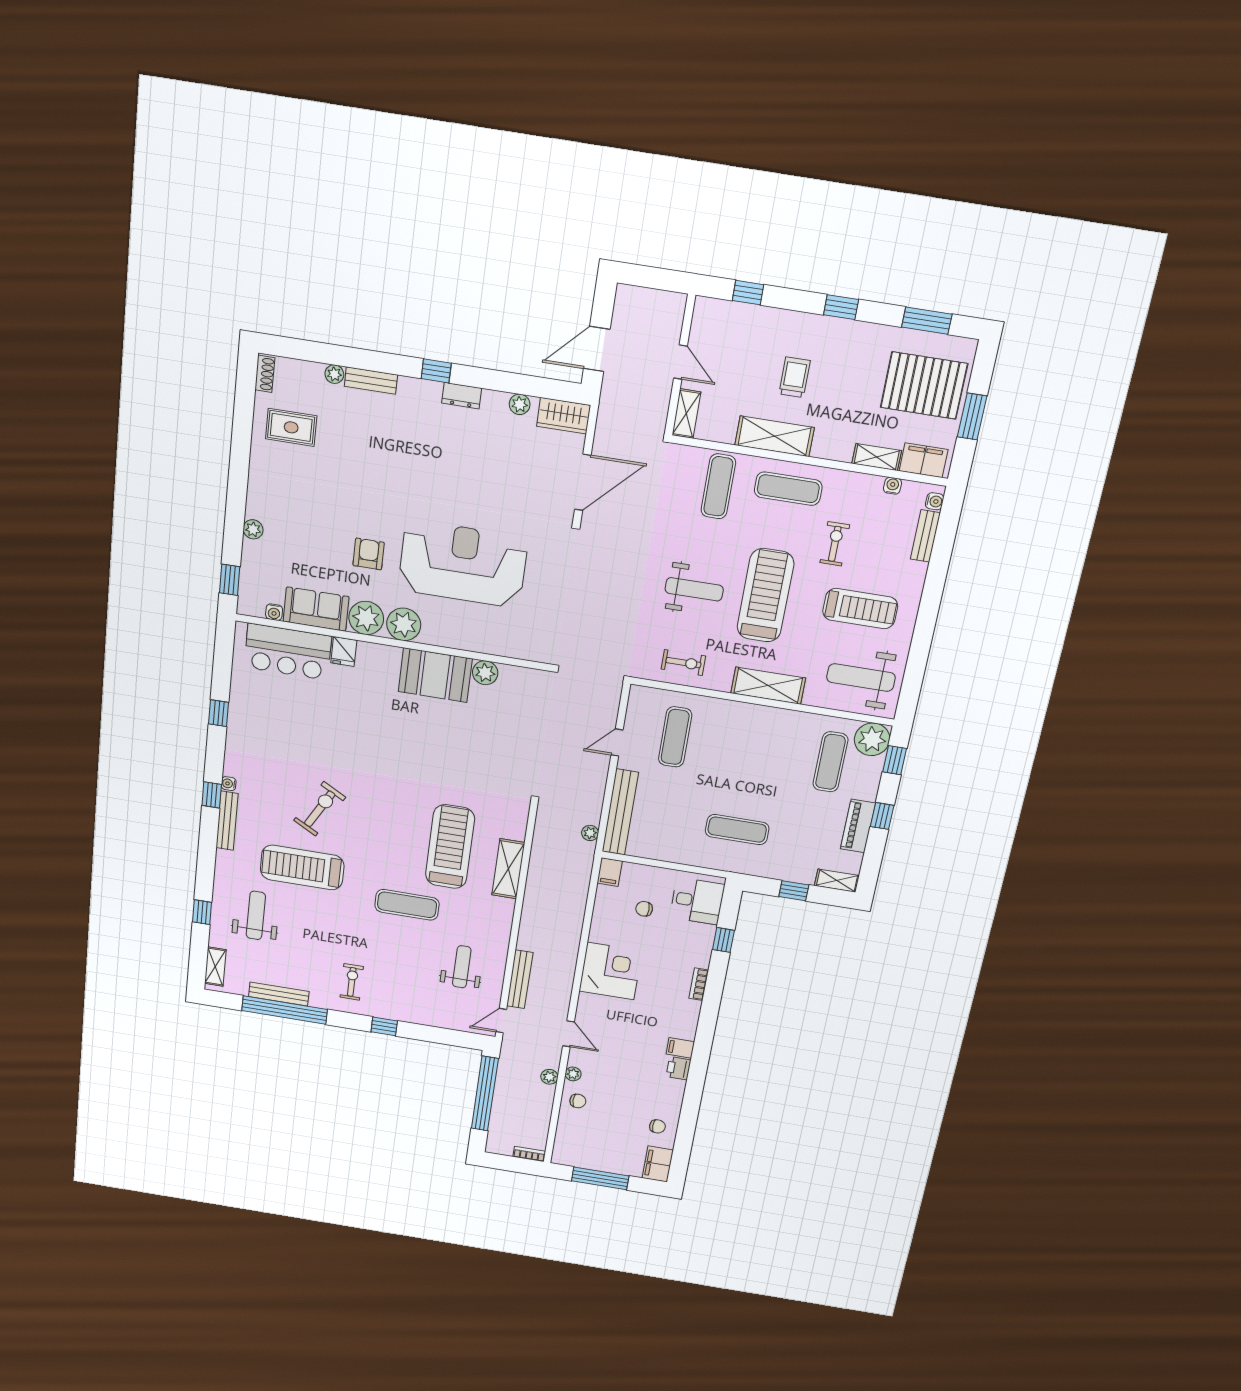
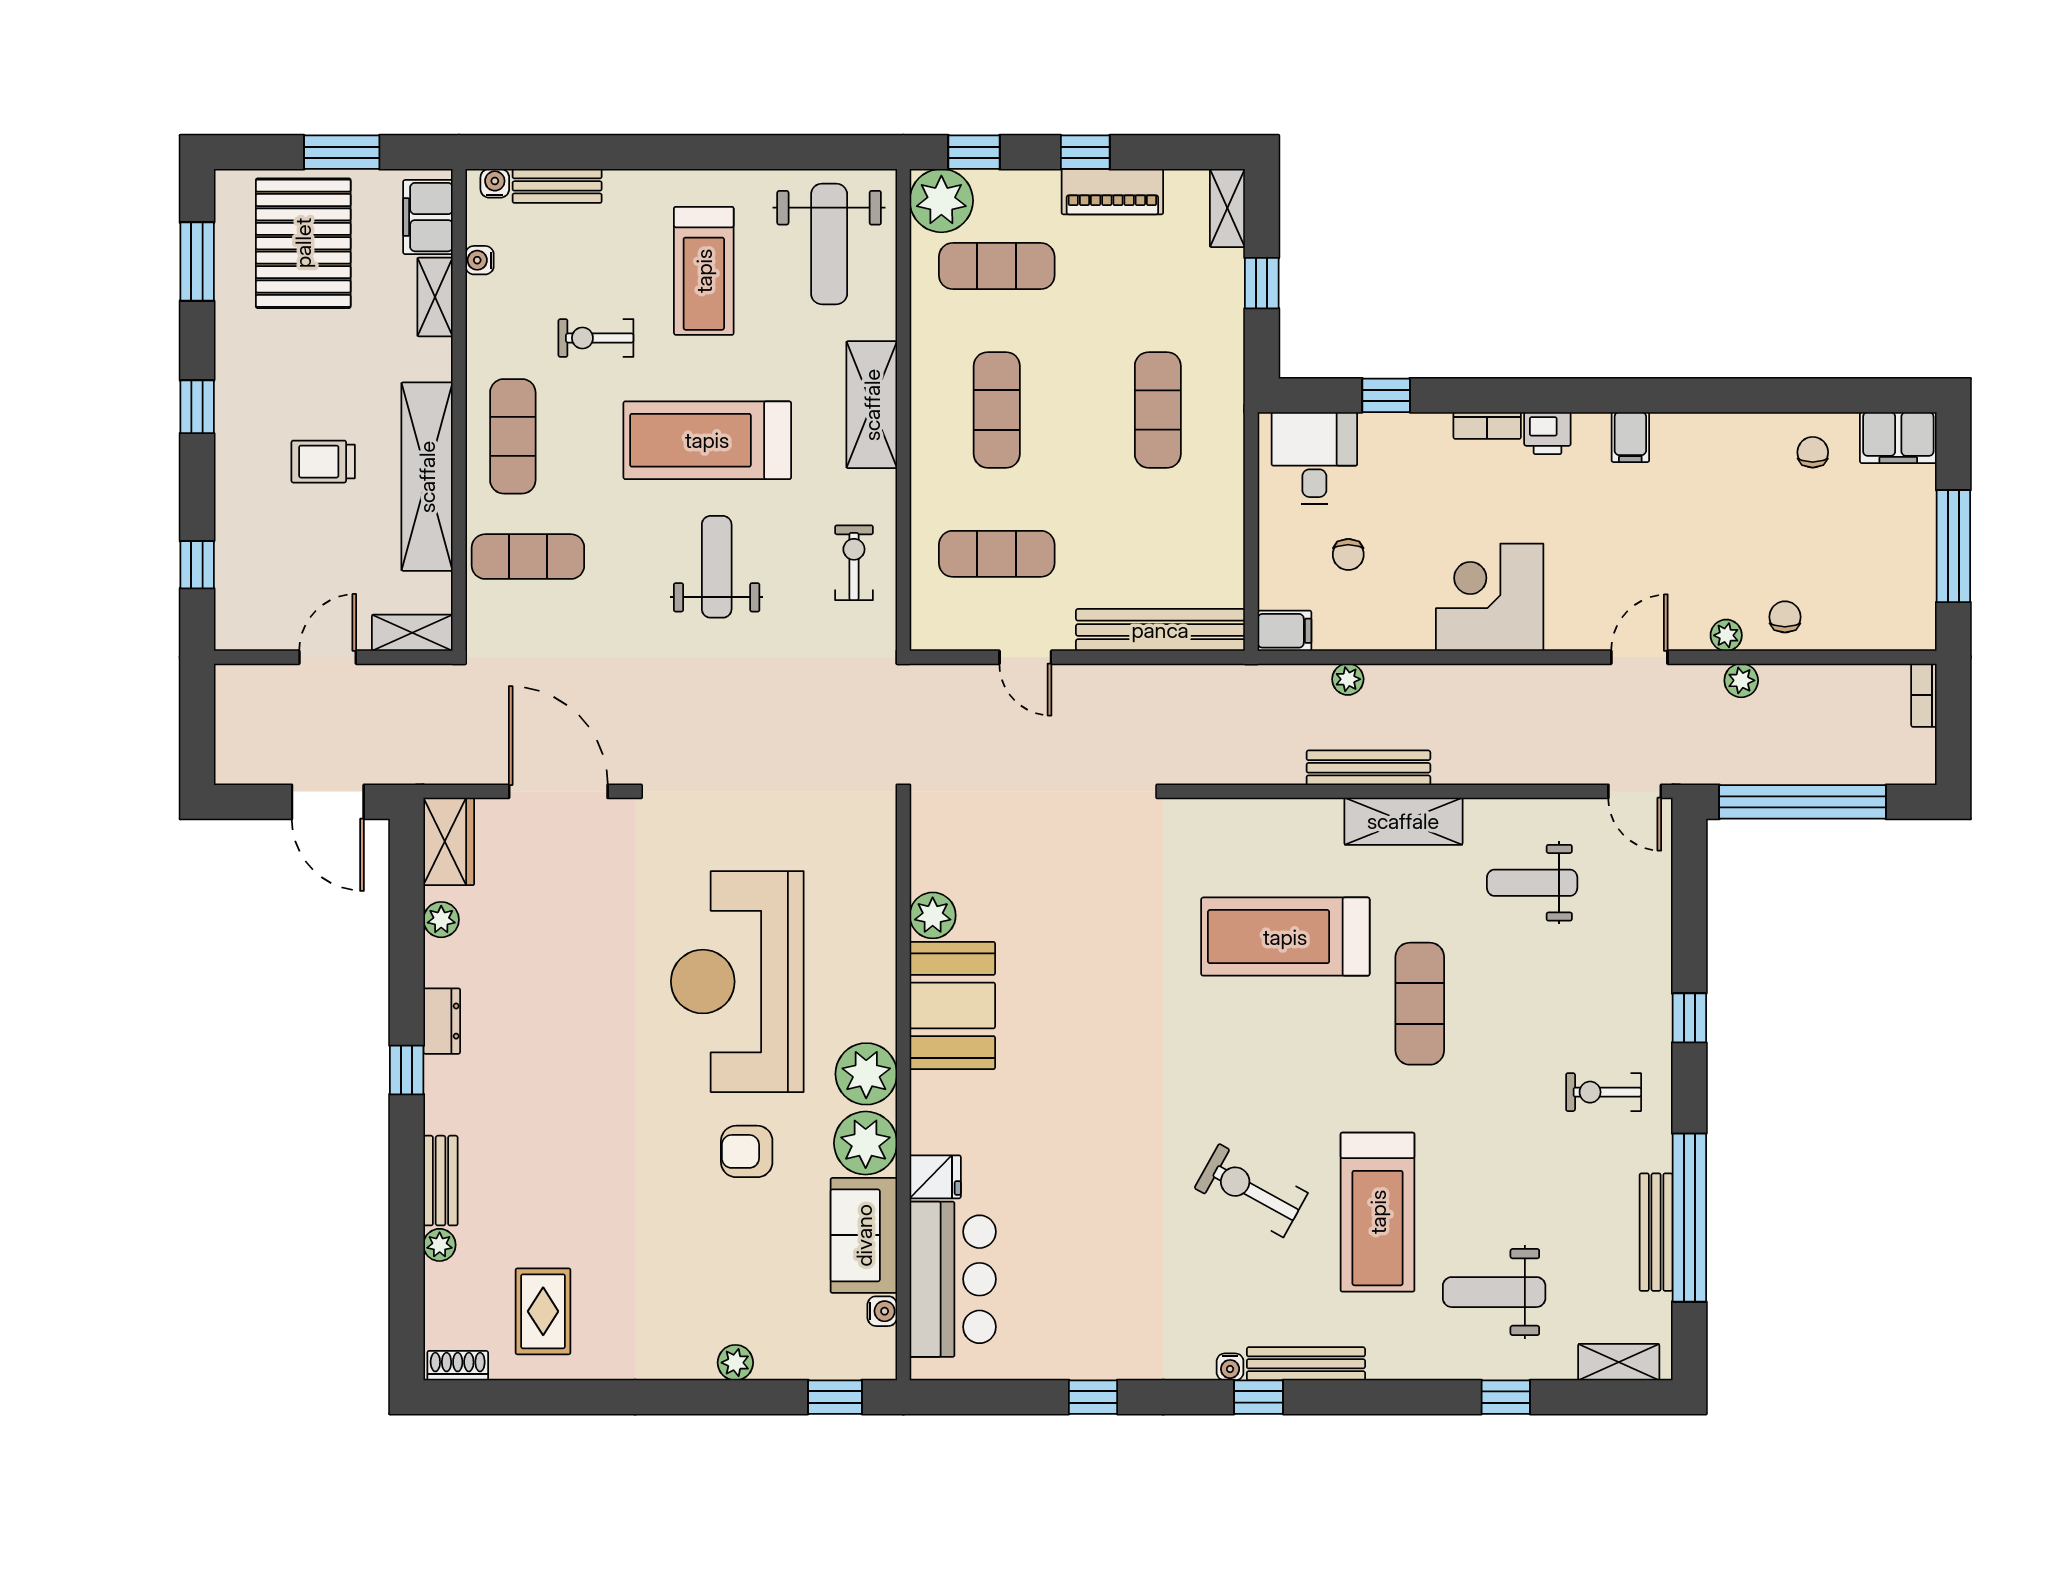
shelving: (774, 436) -> (427, 477), width x1.47
treadmill: (860, 609) -> (704, 271), turned 180
exercise mat: (753, 749) -> (997, 410), added
plant: (590, 833) -> (1348, 679), moved
shelving: (508, 869) -> (1403, 821), moved
bench: (520, 979) -> (1368, 768), moved
printer: (678, 1068) -> (1547, 433), moved

